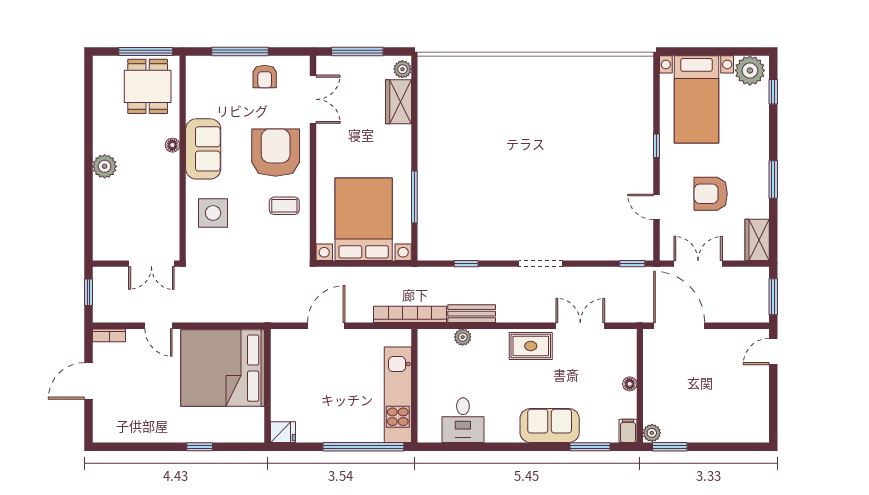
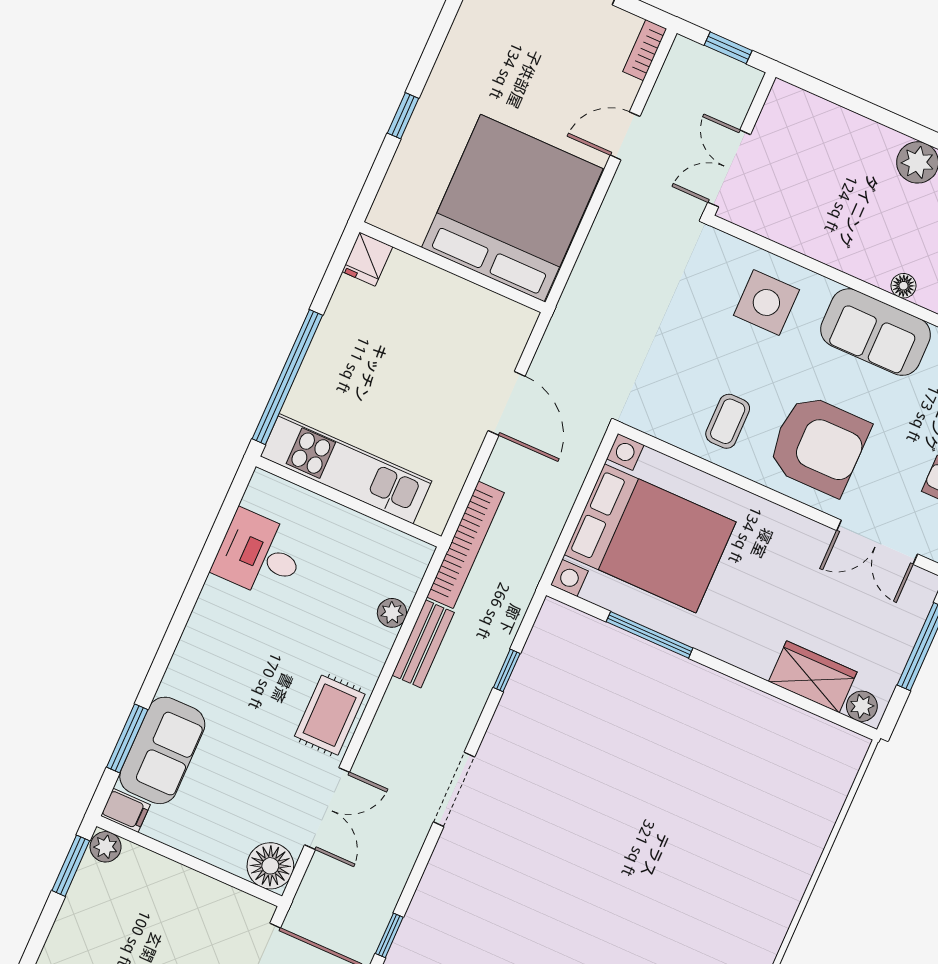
floor lamp: (630, 384) -> (270, 866), moved, width x1.89, depth x1.89
sofa: (550, 426) -> (162, 750), moved

